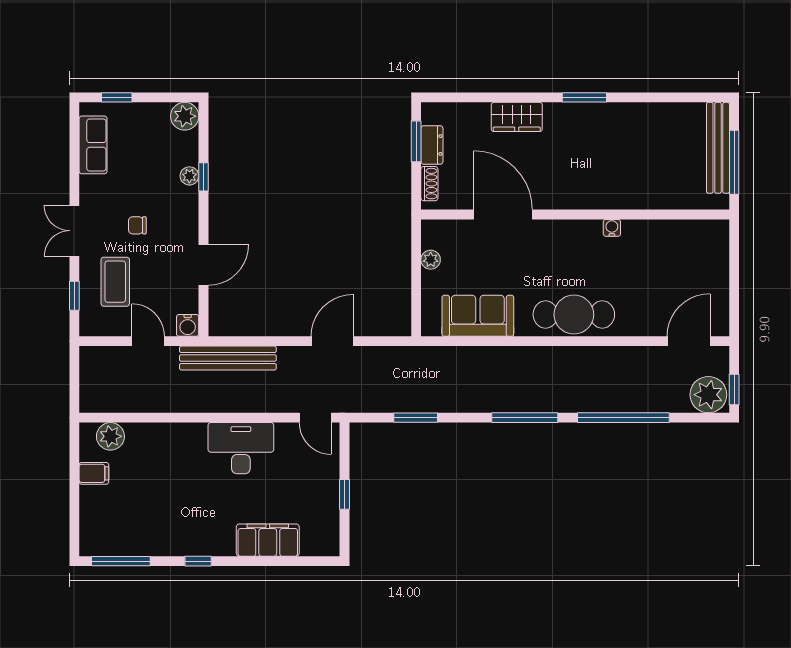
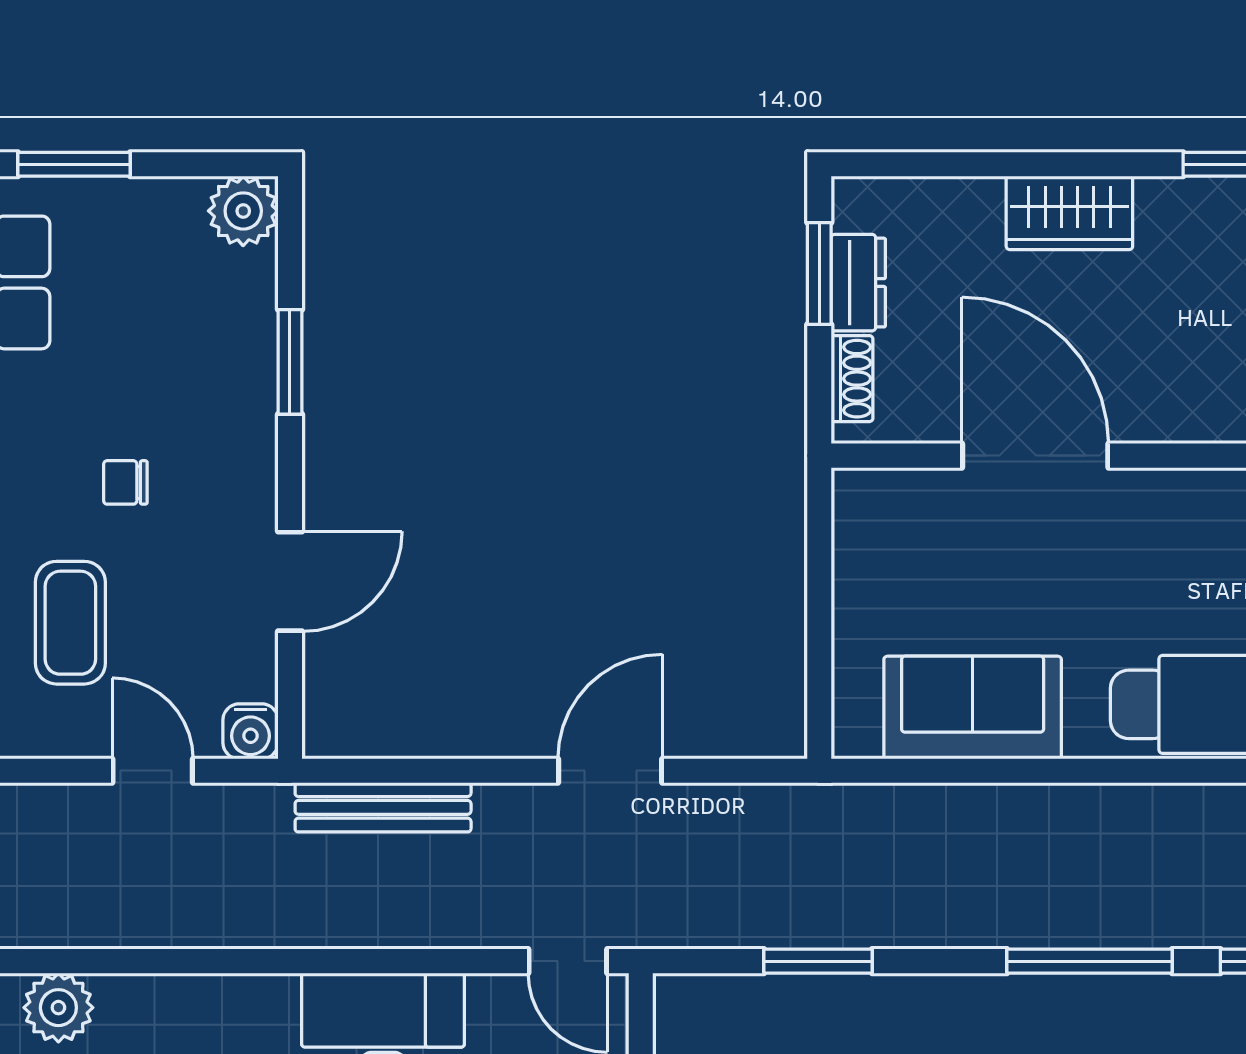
window: (117, 97) -> (74, 164), width x1.50
plant: (189, 176) -> (255, 359), removed
window: (203, 177) -> (290, 362), width x1.50
plant: (431, 260) -> (855, 568), removed
bench: (228, 358) -> (383, 807), width x0.73, depth x0.82

